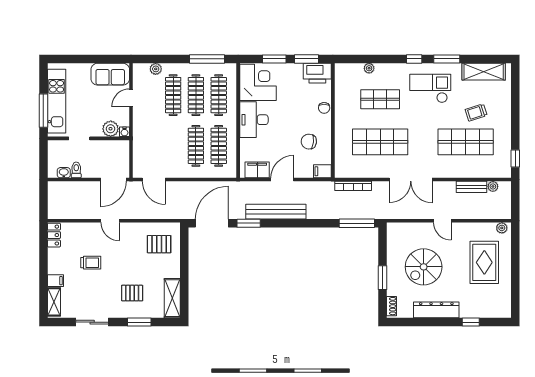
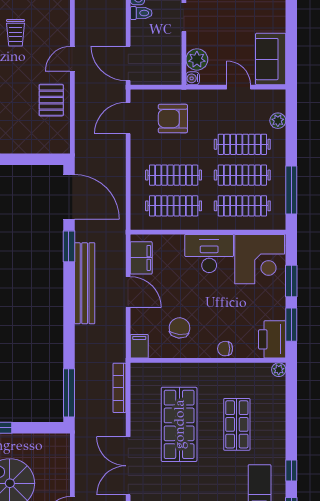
plant: (369, 68) -> (279, 370), moved
armchair: (154, 146) -> (173, 119), added
pallet: (159, 244) -> (51, 100), moved

